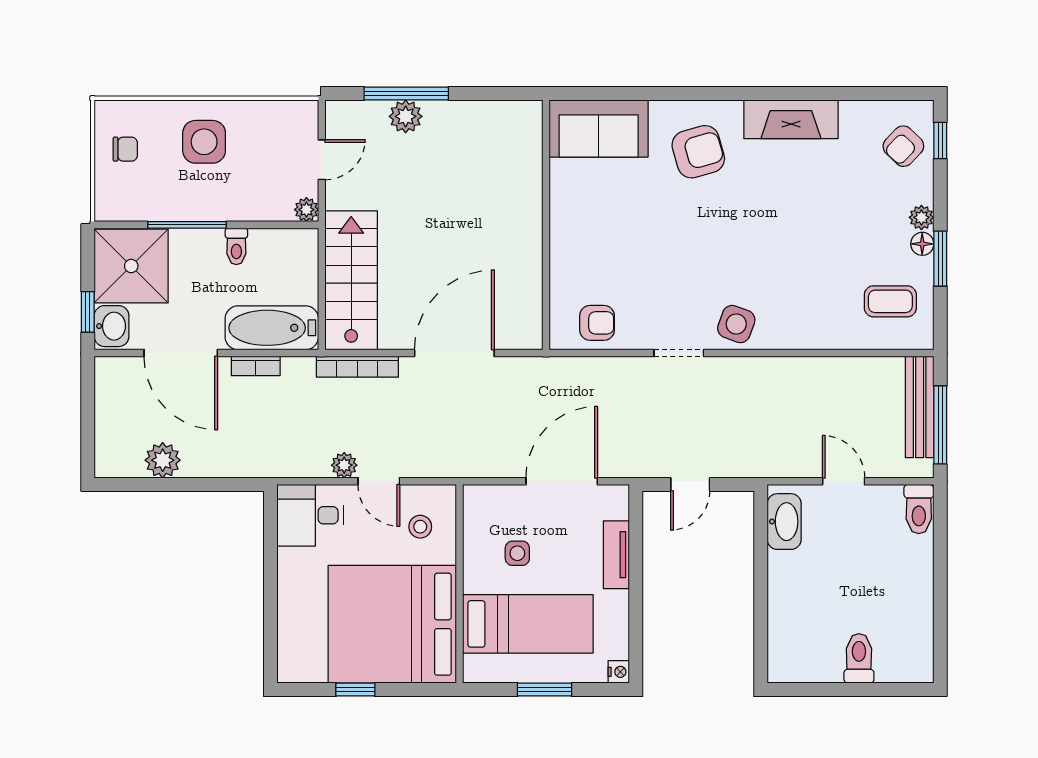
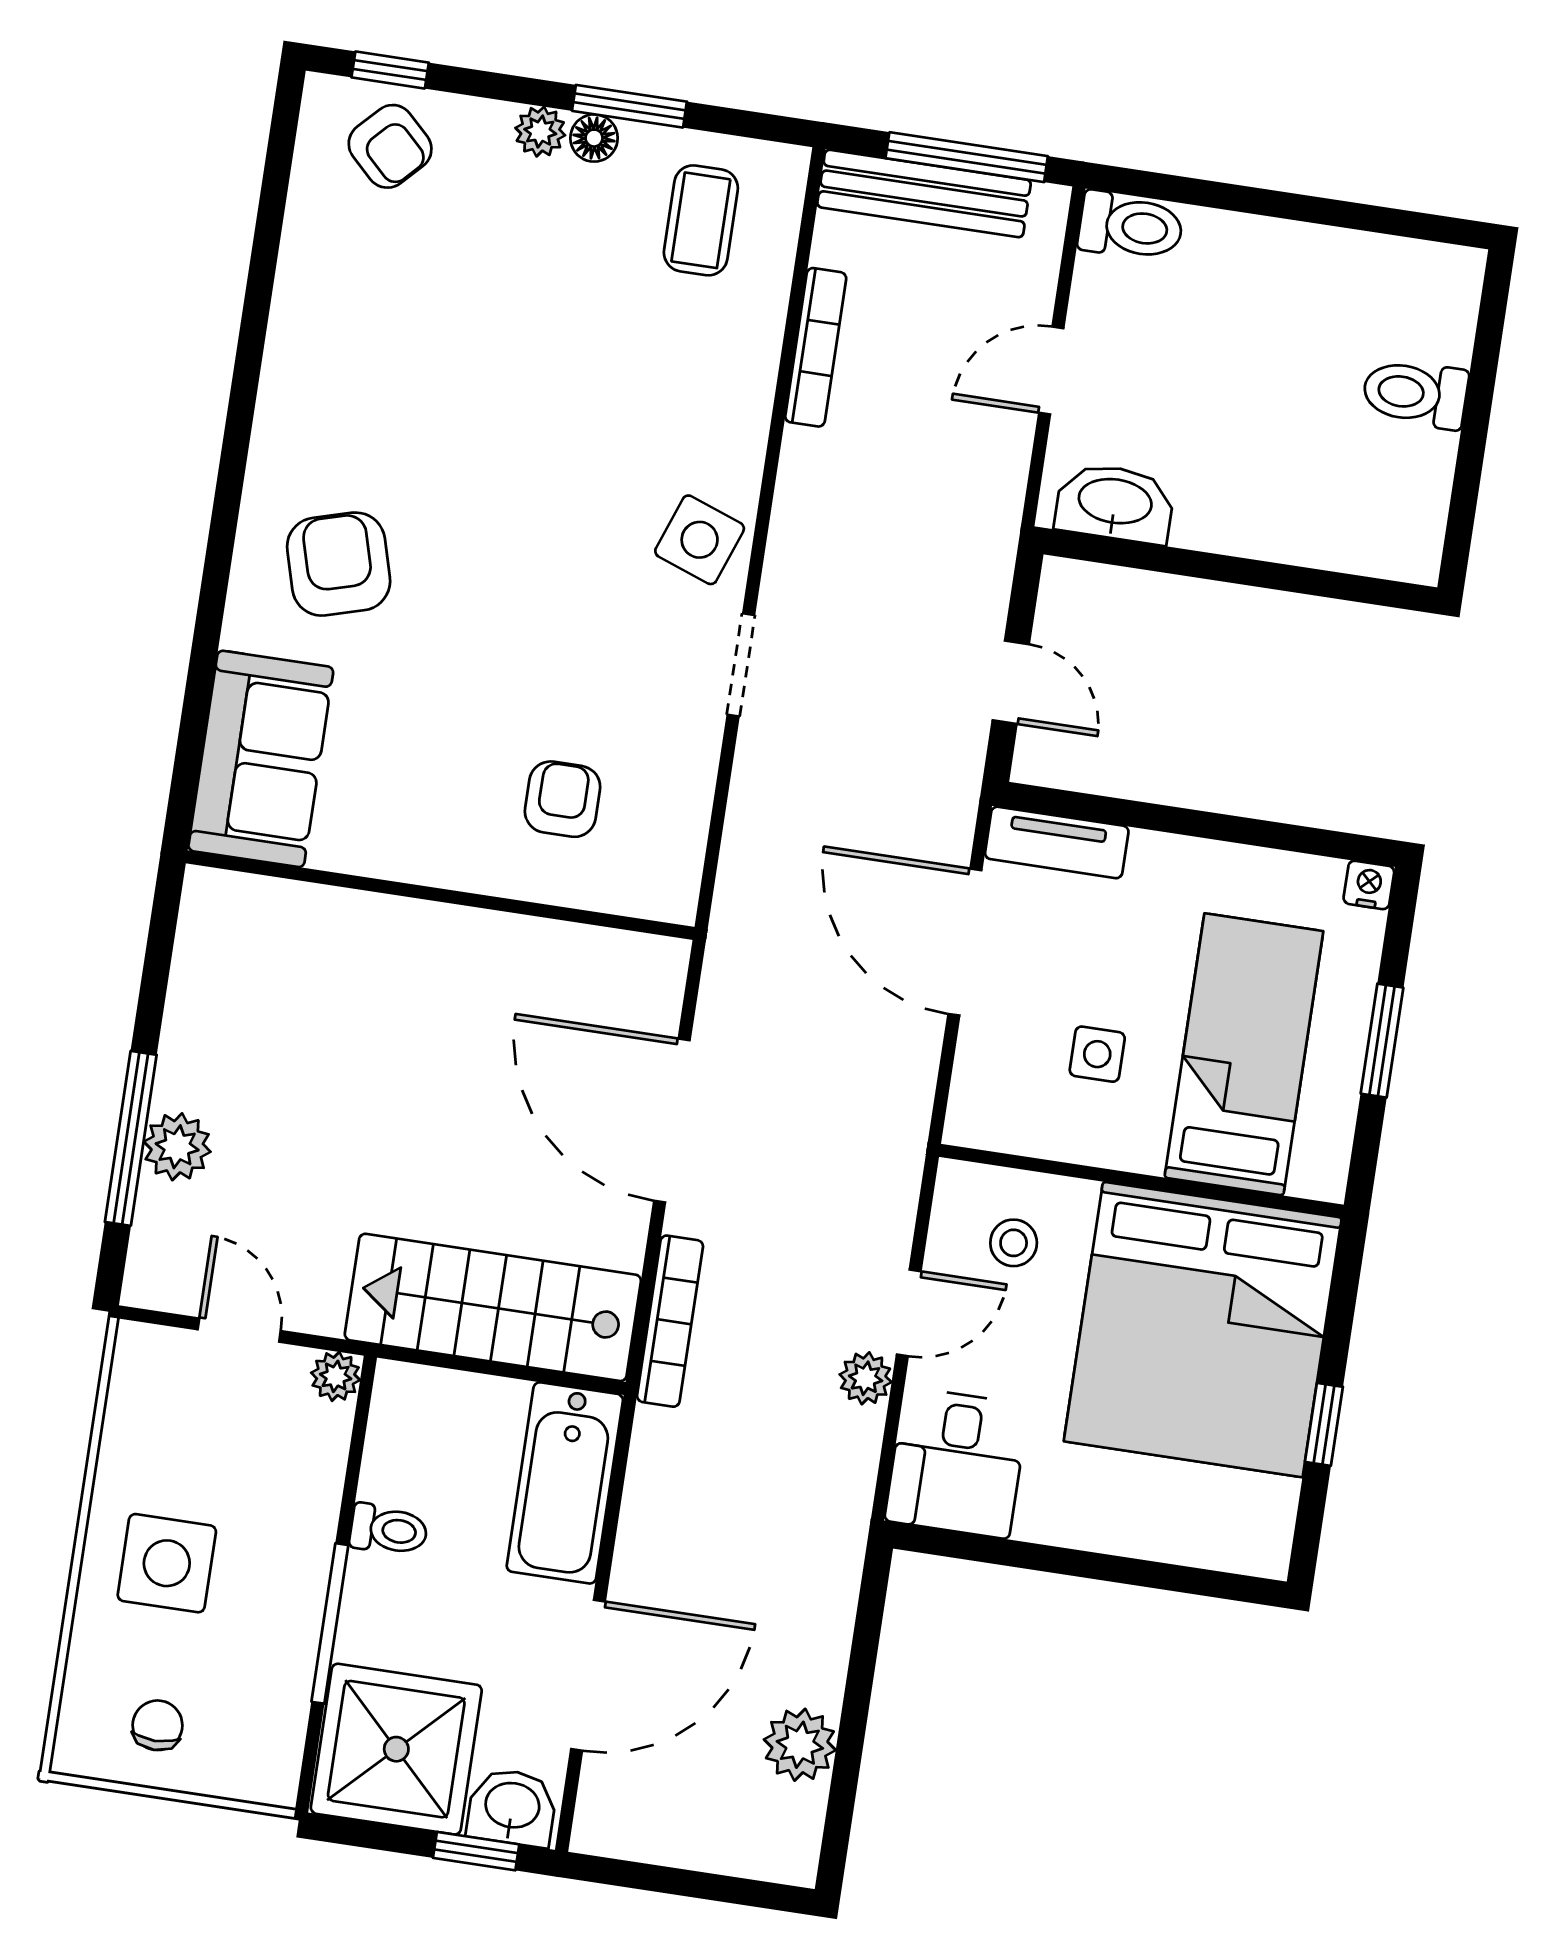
fireplace: (791, 119) -> (301, 366), removed
armchair: (597, 323) -> (563, 799), moved
bookcase: (256, 366) -> (816, 347), moved, width x1.56
tv unit: (616, 555) -> (1057, 842), moved

